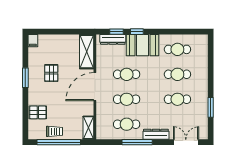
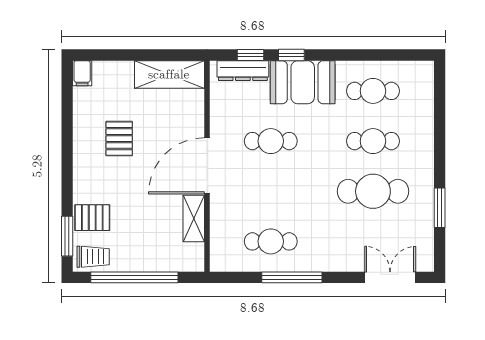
shelving: (87, 52) -> (169, 74), moved, turned 90
window: (25, 78) -> (67, 236), moved
cafe table: (127, 99) -> (271, 191), removed
cafe table: (177, 99) -> (373, 191), width x1.37, depth x1.35
shelving: (88, 128) -> (194, 219), moved
trolley: (54, 131) -> (93, 257), moved
dresser: (156, 134) -> (330, 262), removed

